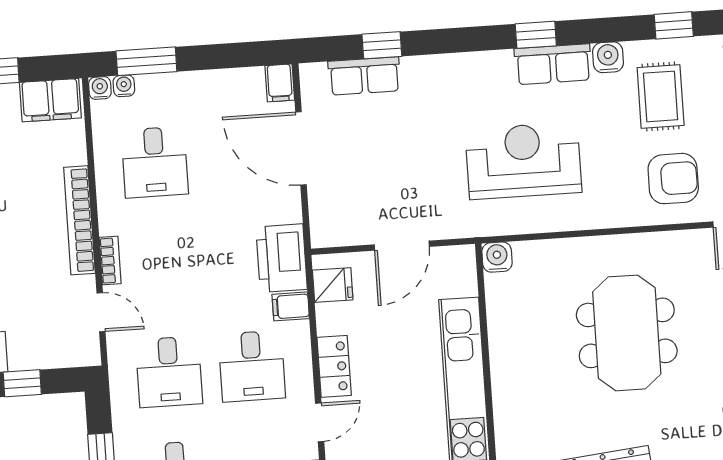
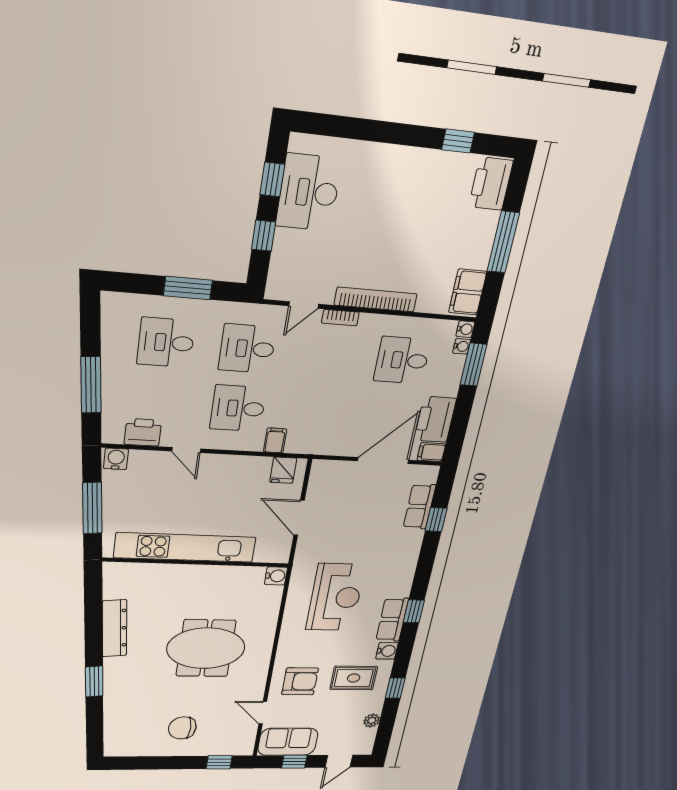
armchair: (673, 179) -> (300, 681), turned -90
printer: (282, 258) -> (435, 419), moved, turned -90
locker: (334, 366) -> (225, 464), removed

